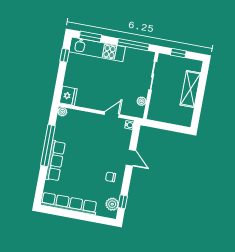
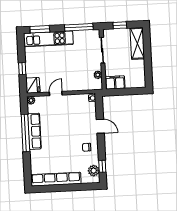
window: (65, 55) -> (22, 69), moved
shelving: (190, 89) -> (137, 43), moved
door: (112, 114) -> (56, 94), moved
filing cabinet: (158, 114) -> (115, 82), added
row of seats: (55, 161) -> (34, 131), moved

